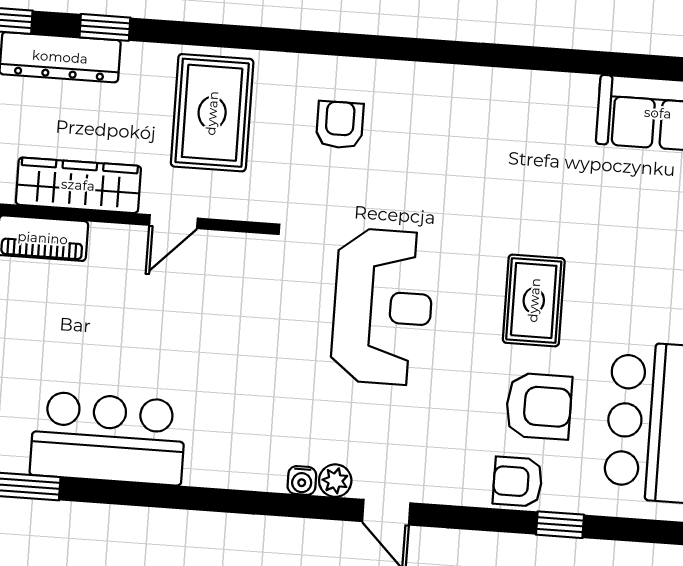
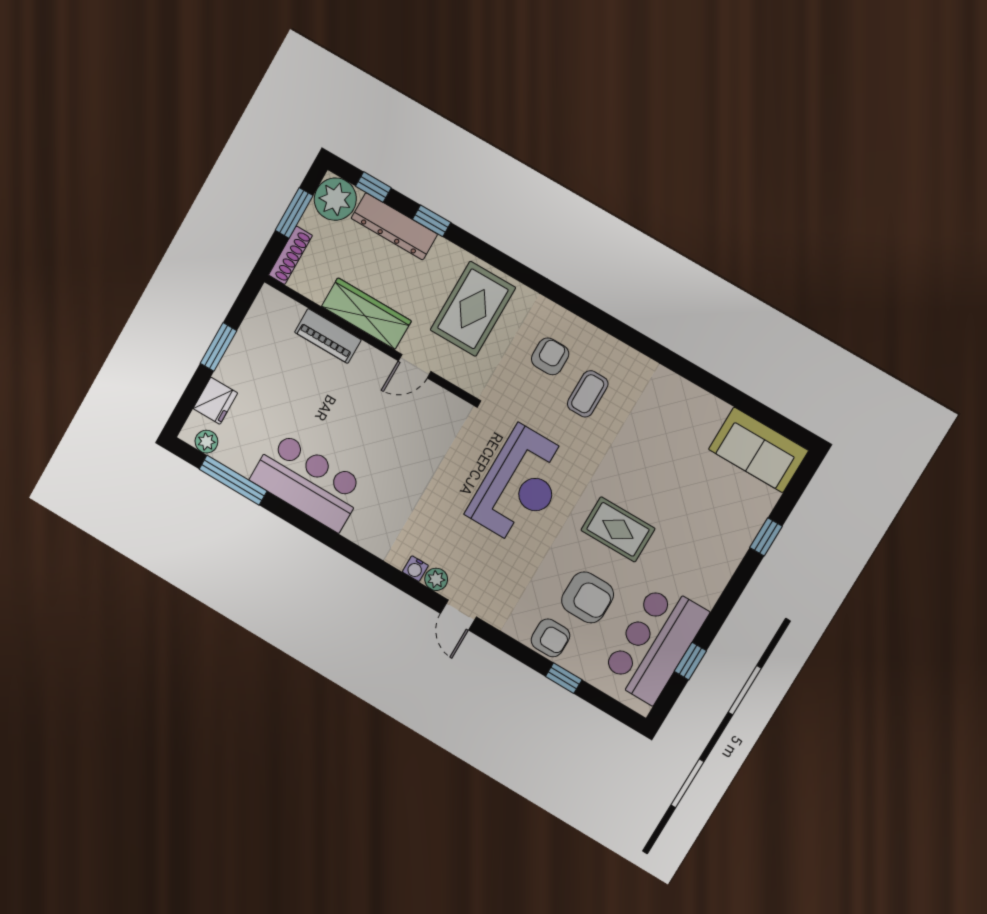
coffee table: (410, 148) -> (588, 394), added
rug: (534, 300) -> (618, 529), turned 90
armchair: (518, 482) -> (550, 638), turned 180

